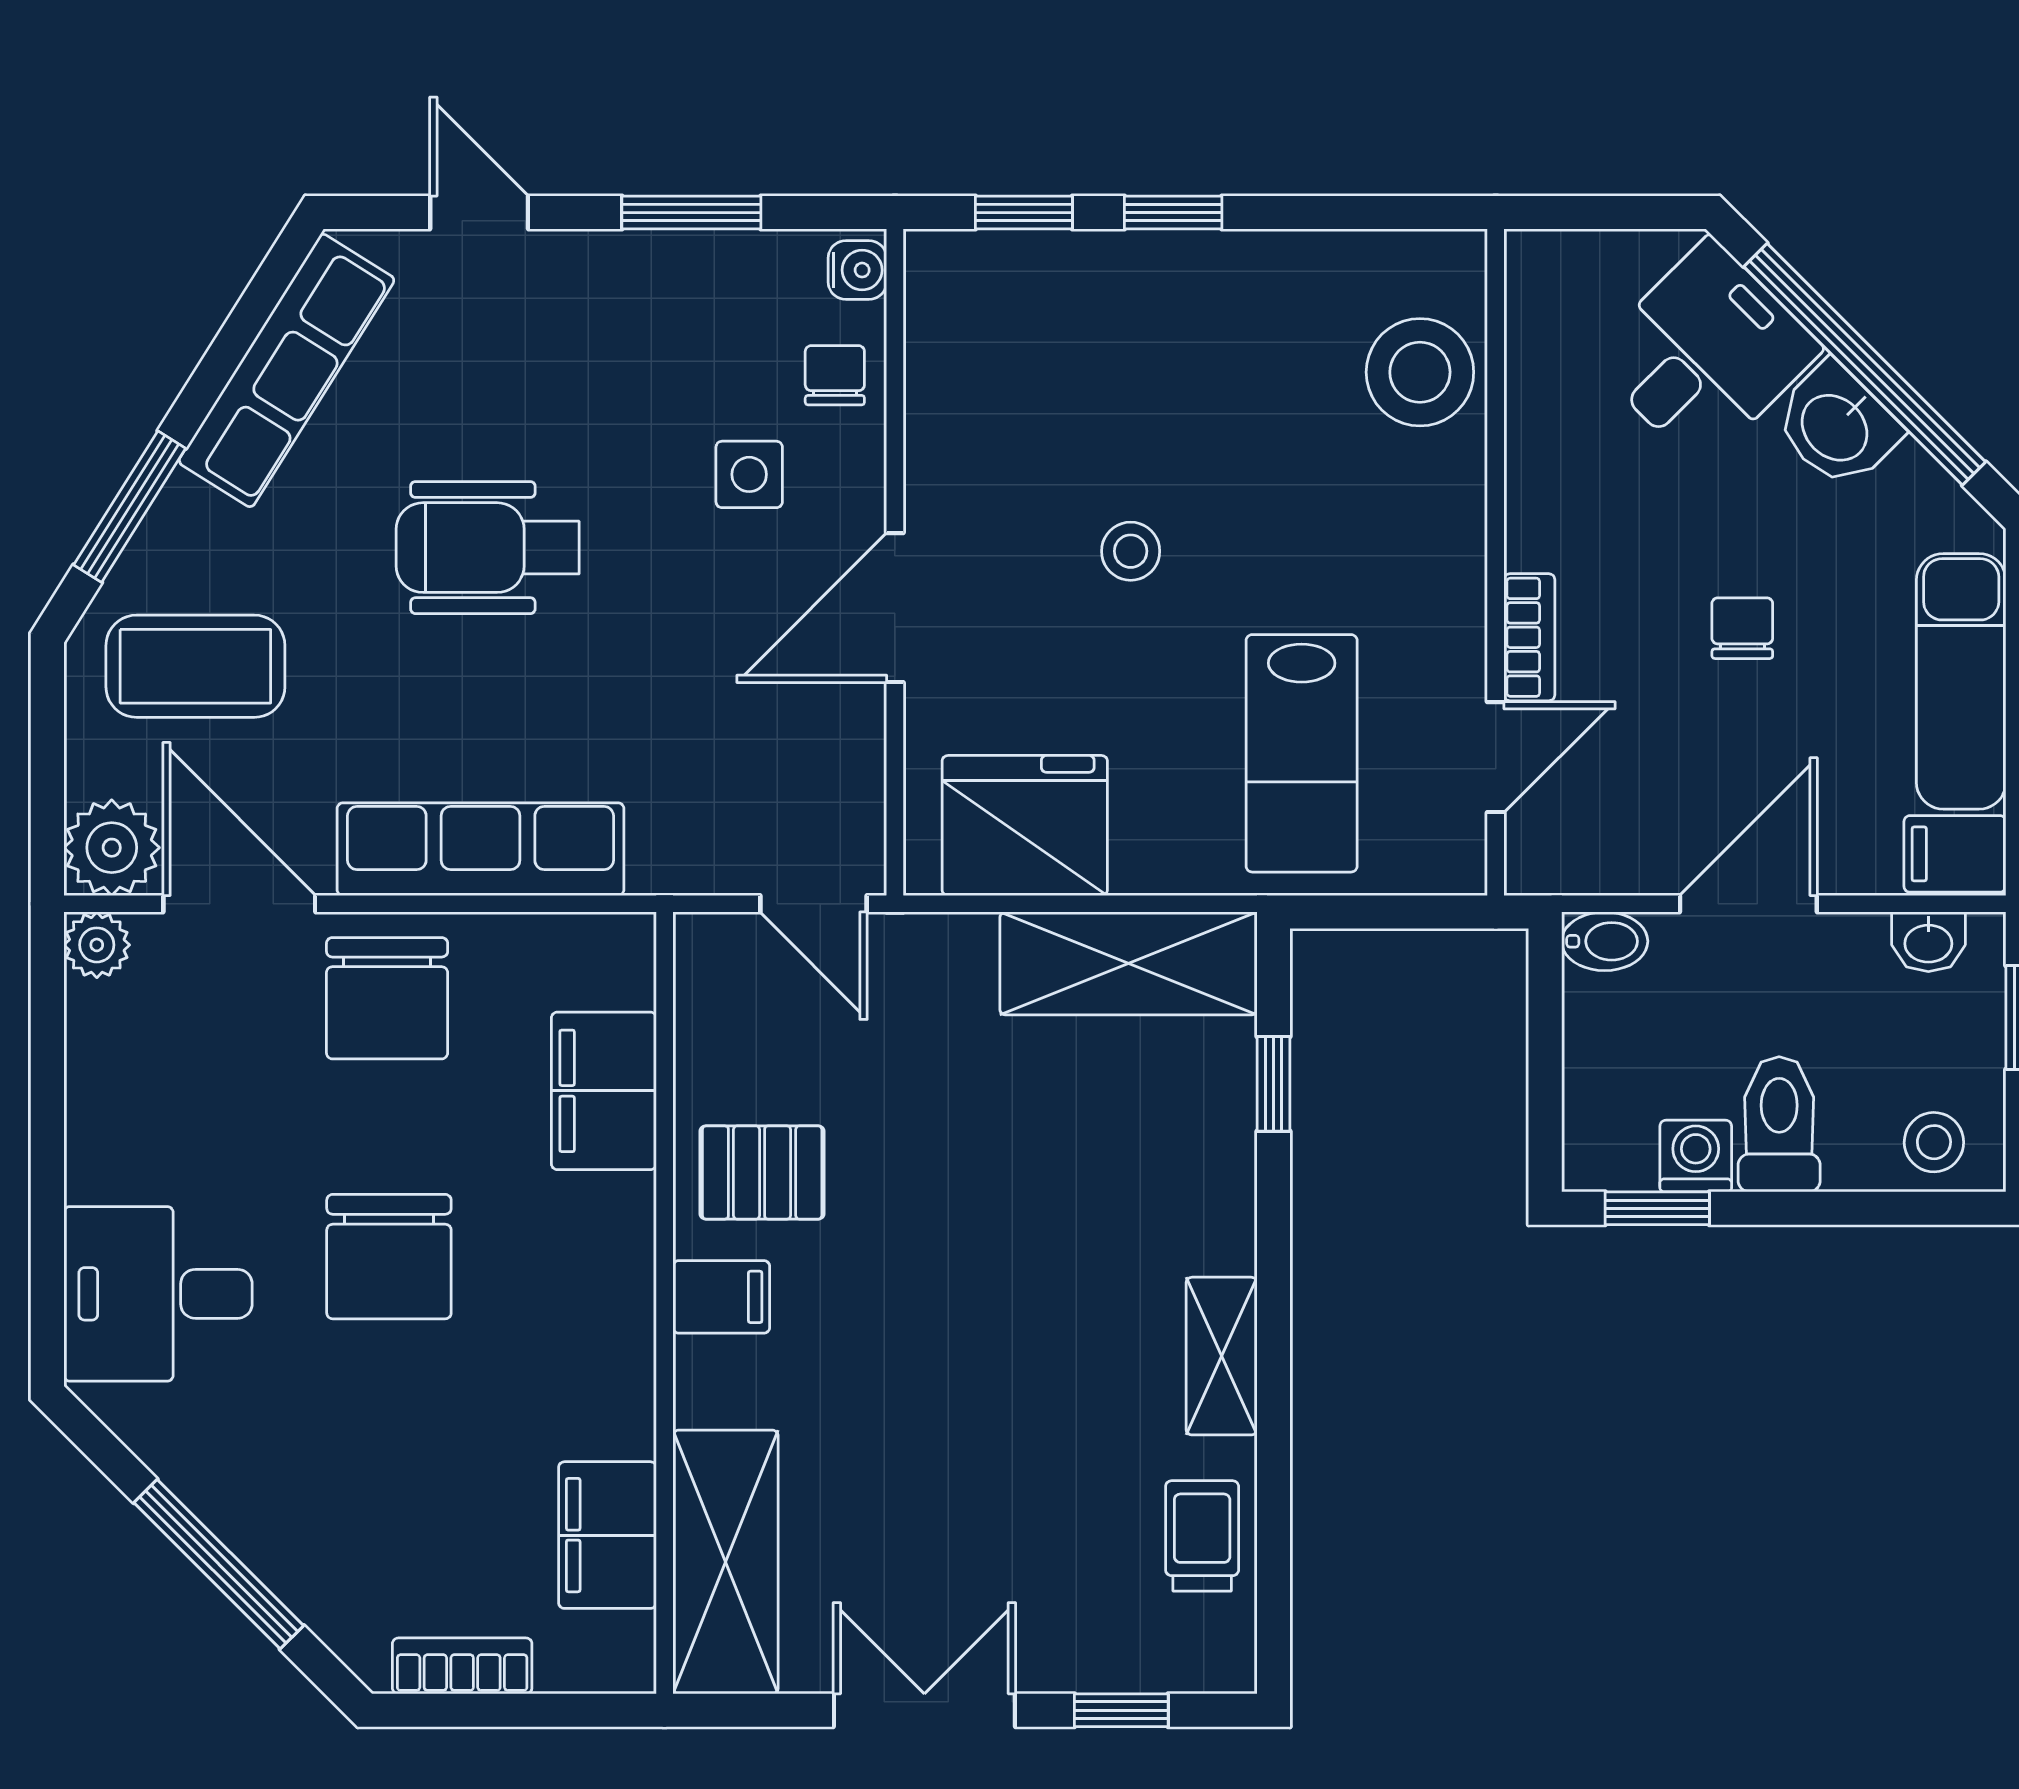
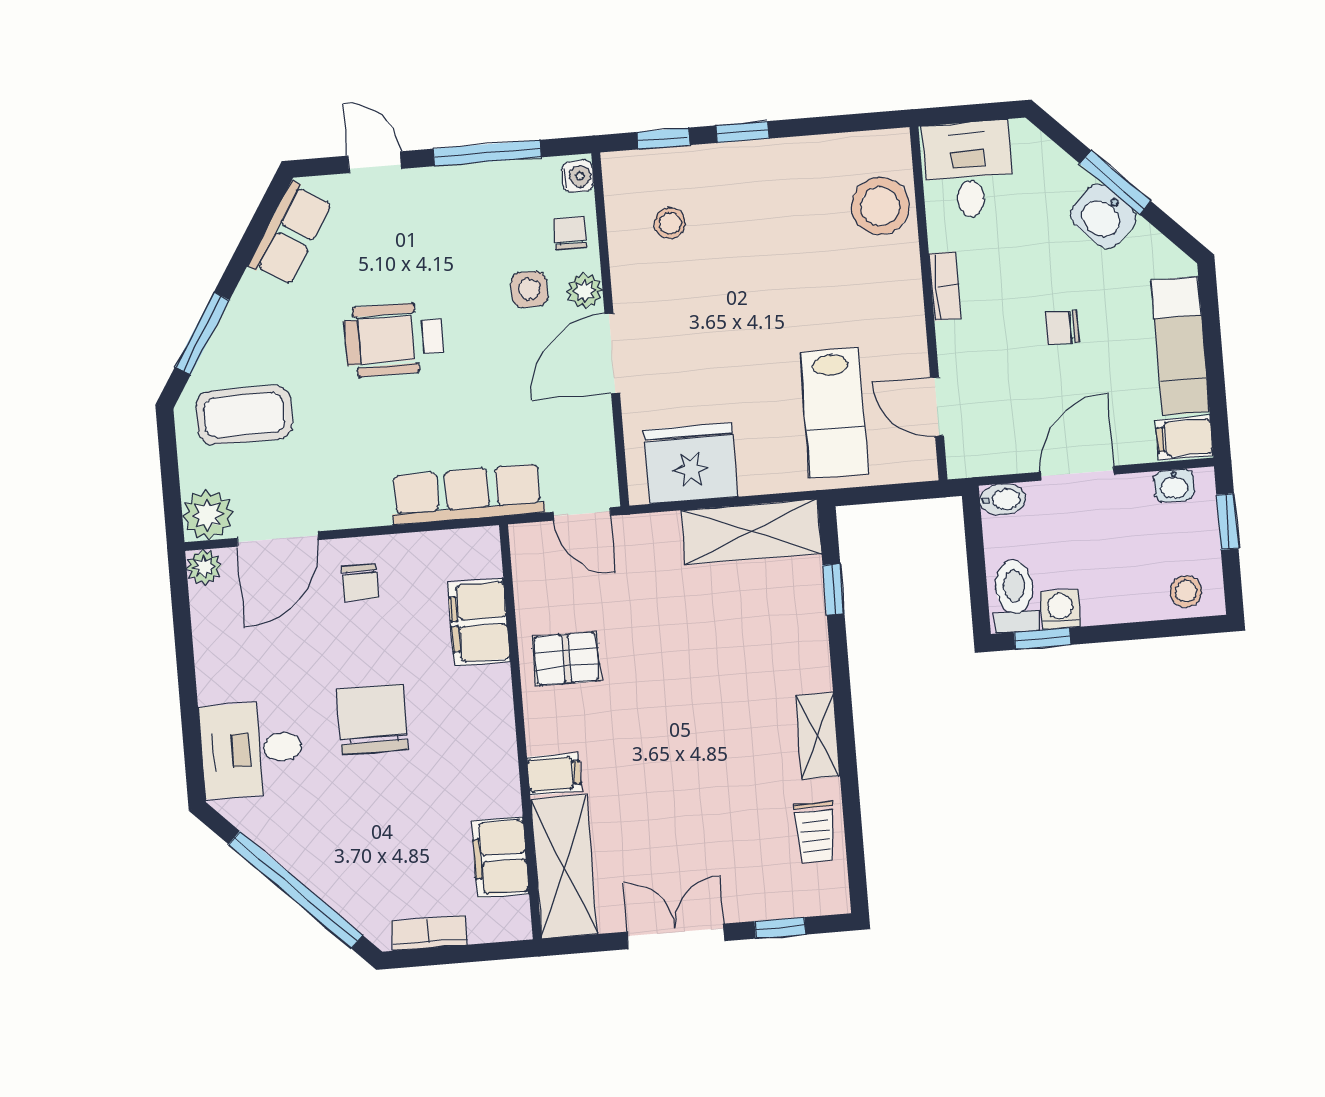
window: (691, 213) -> (487, 153), width x1.44
desk: (1705, 353) -> (968, 170), moved, turned -45
window: (1865, 364) -> (1115, 182), width x0.47
row of seats: (287, 370) -> (290, 234), width x0.68
plant: (853, 486) -> (585, 291), added
stool: (1131, 551) -> (670, 223), moved
chair: (1742, 628) -> (1062, 327), turned -90
bookcase: (1529, 637) -> (945, 286), moved
door: (1496, 757) -> (937, 407), swing flipped
row of seats: (480, 849) -> (467, 494), moved
door: (239, 904) -> (278, 539), swing flipped
chair: (387, 998) -> (360, 583), width x0.54, depth x0.54
toilet: (1779, 1124) -> (1015, 596), moved
chair: (389, 1257) -> (372, 719), turned 180
filing cabinet: (721, 1297) -> (554, 774), moved
trolley: (1202, 1536) -> (815, 832), turned 180
window: (219, 1564) -> (296, 890), width x1.46

